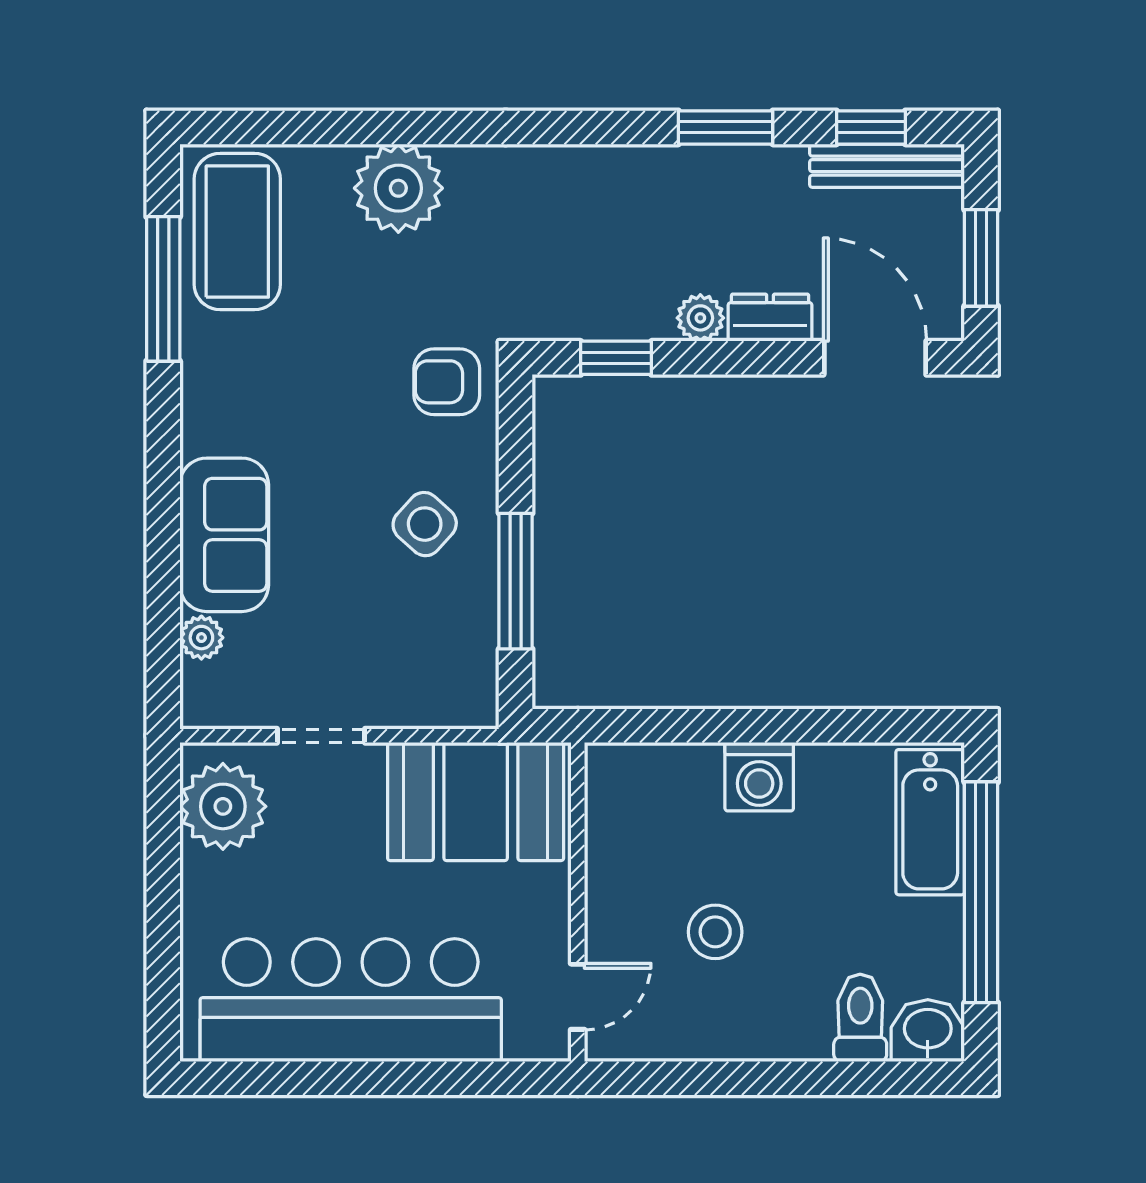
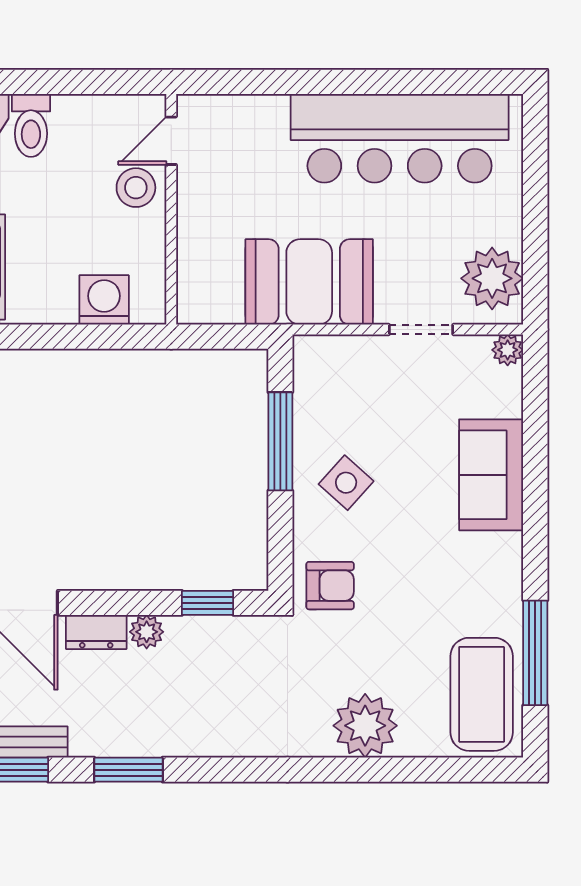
plant: (201, 638) -> (508, 350), moved
wall: (578, 902) -> (171, 209), moved
door: (578, 997) -> (171, 141), moved

